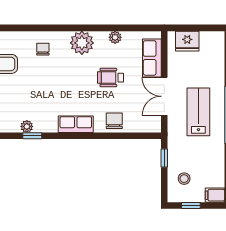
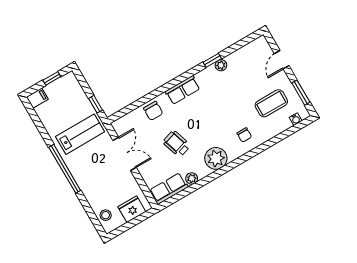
row of seats: (152, 58) -> (169, 189), moved, turned -90
wheelchair: (110, 78) -> (177, 144), turned -108
lab bench: (198, 112) -> (80, 134), moved, turned -90
stool: (184, 179) -> (106, 215), moved

